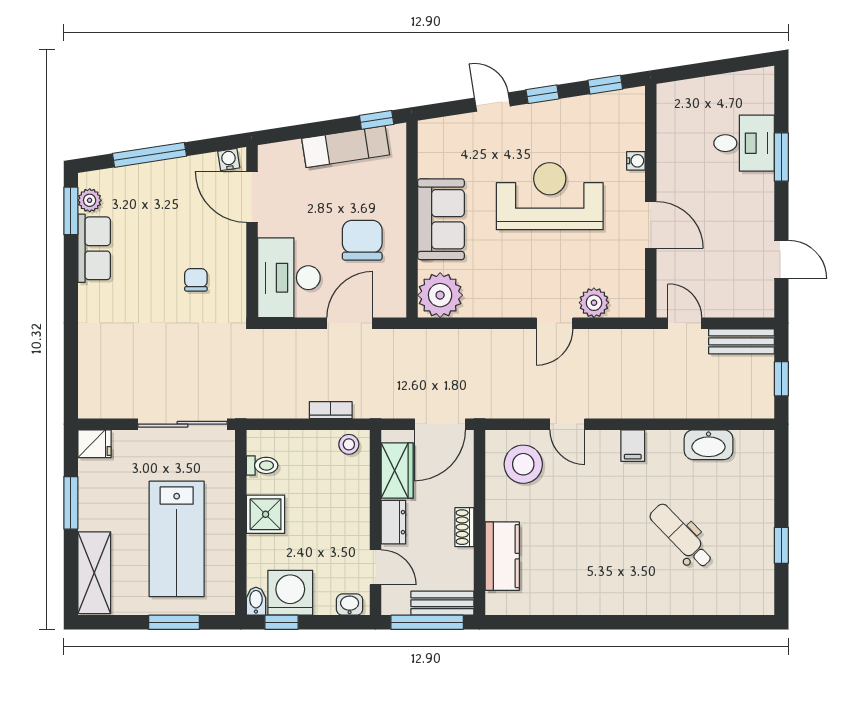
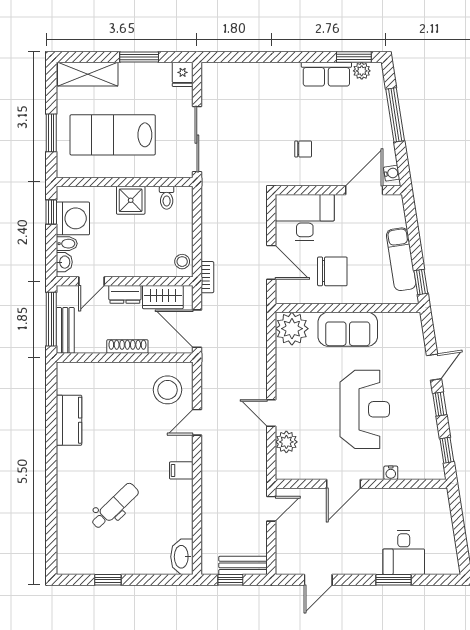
bench: (741, 341) -> (243, 565), moved, turned 90
bookcase: (331, 410) -> (207, 277), moved
washbasin: (709, 445) -> (182, 557), moved
shoe rack: (464, 527) -> (127, 347), width x1.43
kitchen counter: (502, 556) -> (69, 420), moved, turned -90
bidet: (256, 601) -> (67, 244), moved

